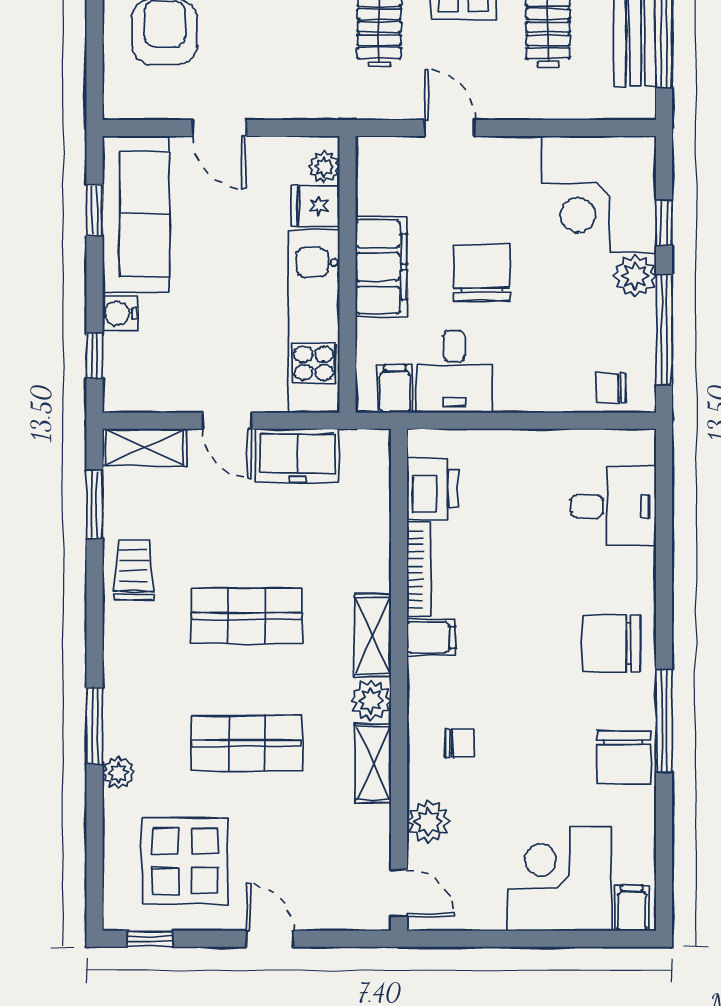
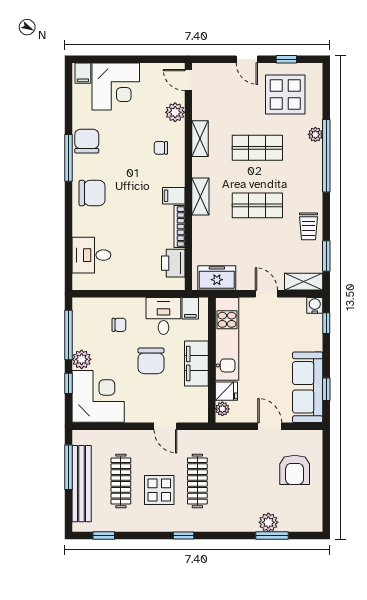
water cooler: (120, 313) -> (315, 305), moved, turned -90
chair: (611, 388) -> (119, 325), moved
freezer: (298, 456) -> (217, 278), moved
plant: (371, 700) -> (201, 167), removed
window: (94, 726) -> (326, 156), width x2.11
window: (150, 939) -> (286, 59), moved

